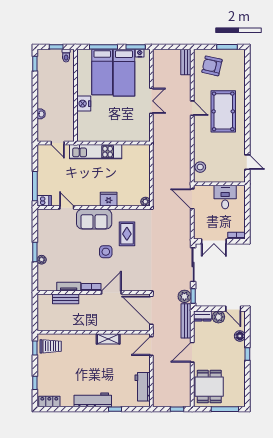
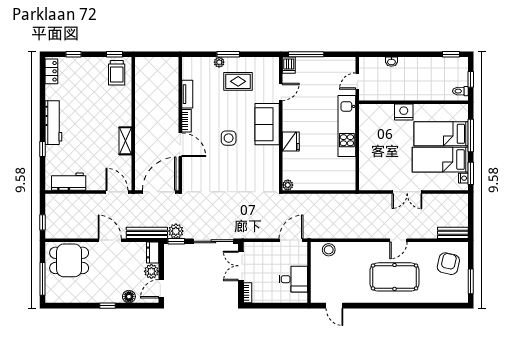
door: (247, 162) -> (334, 306), hinge flipped
rug: (127, 234) -> (238, 81), moved
bench: (66, 299) -> (173, 91), removed

